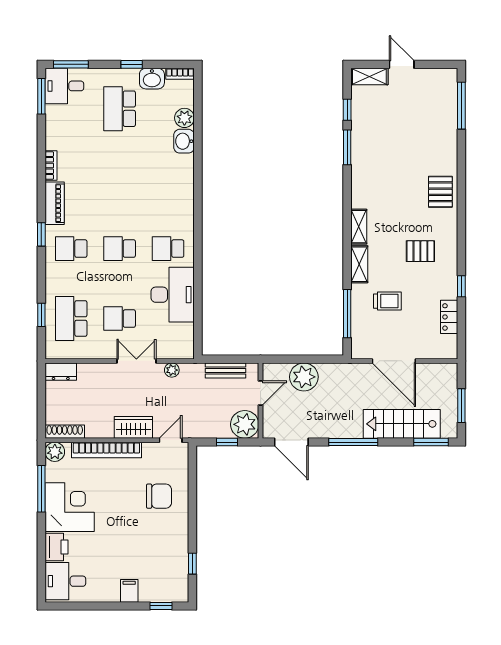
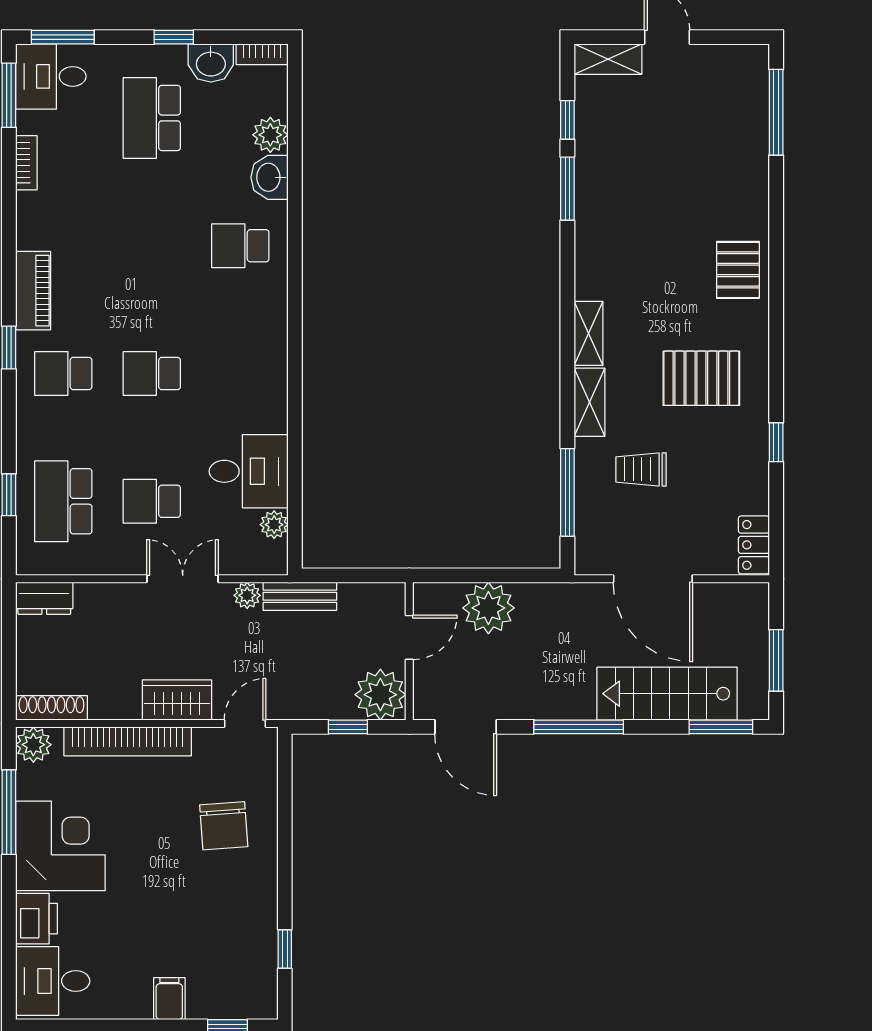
bookcase: (51, 165) -> (26, 163), moved
school desk: (168, 249) -> (240, 246), moved
pallet: (420, 251) -> (701, 378), width x1.50, depth x1.42
desk: (173, 295) -> (249, 471), width x0.73
trolley: (387, 301) -> (641, 469), turned 180
locker: (449, 317) -> (754, 545), moved
plant: (187, 331) -> (274, 525), added
bench: (226, 371) -> (300, 596), moved
chair: (159, 496) -> (224, 826), turned 86

